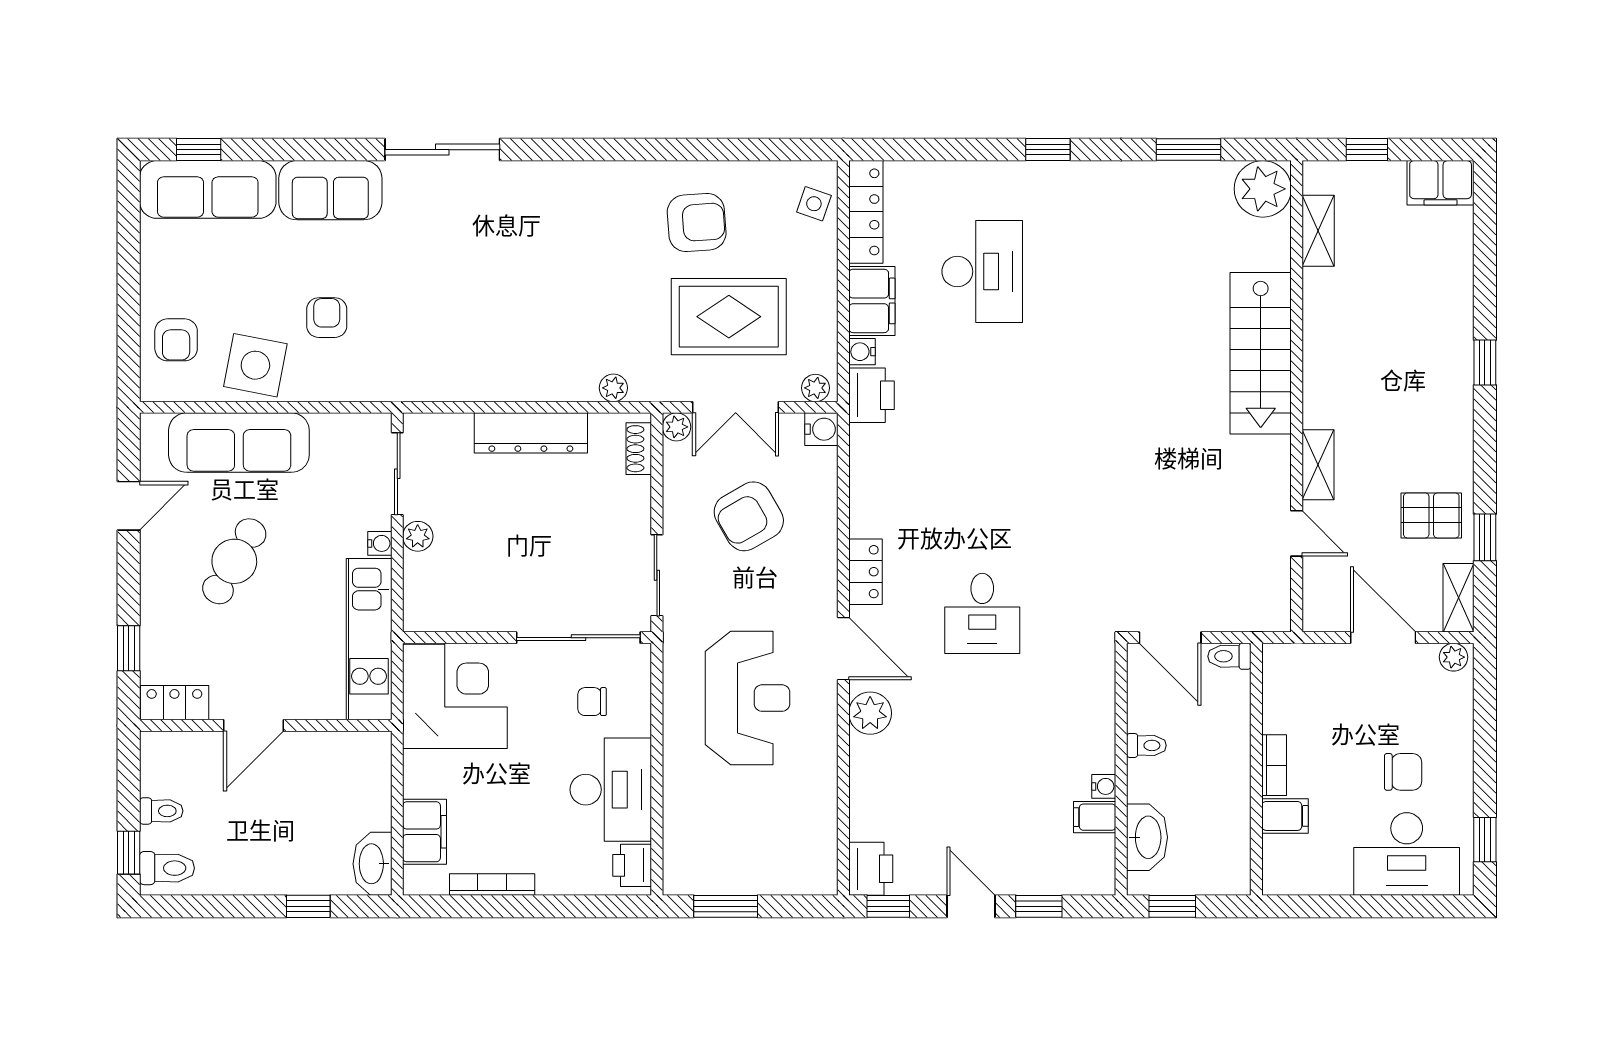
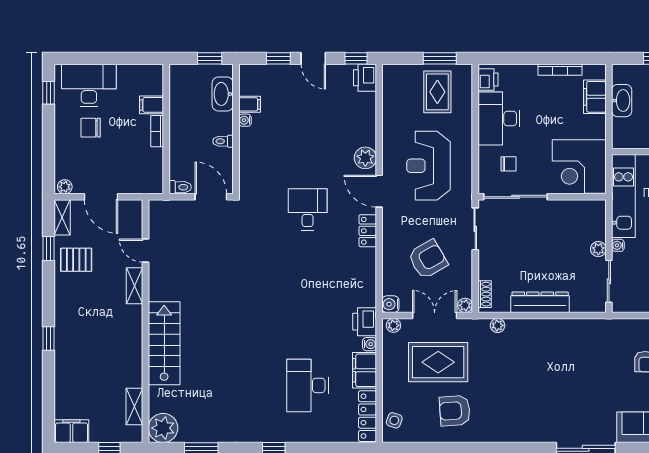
rug: (730, 841) -> (437, 92), added
washbasin: (372, 864) -> (622, 101), moved

